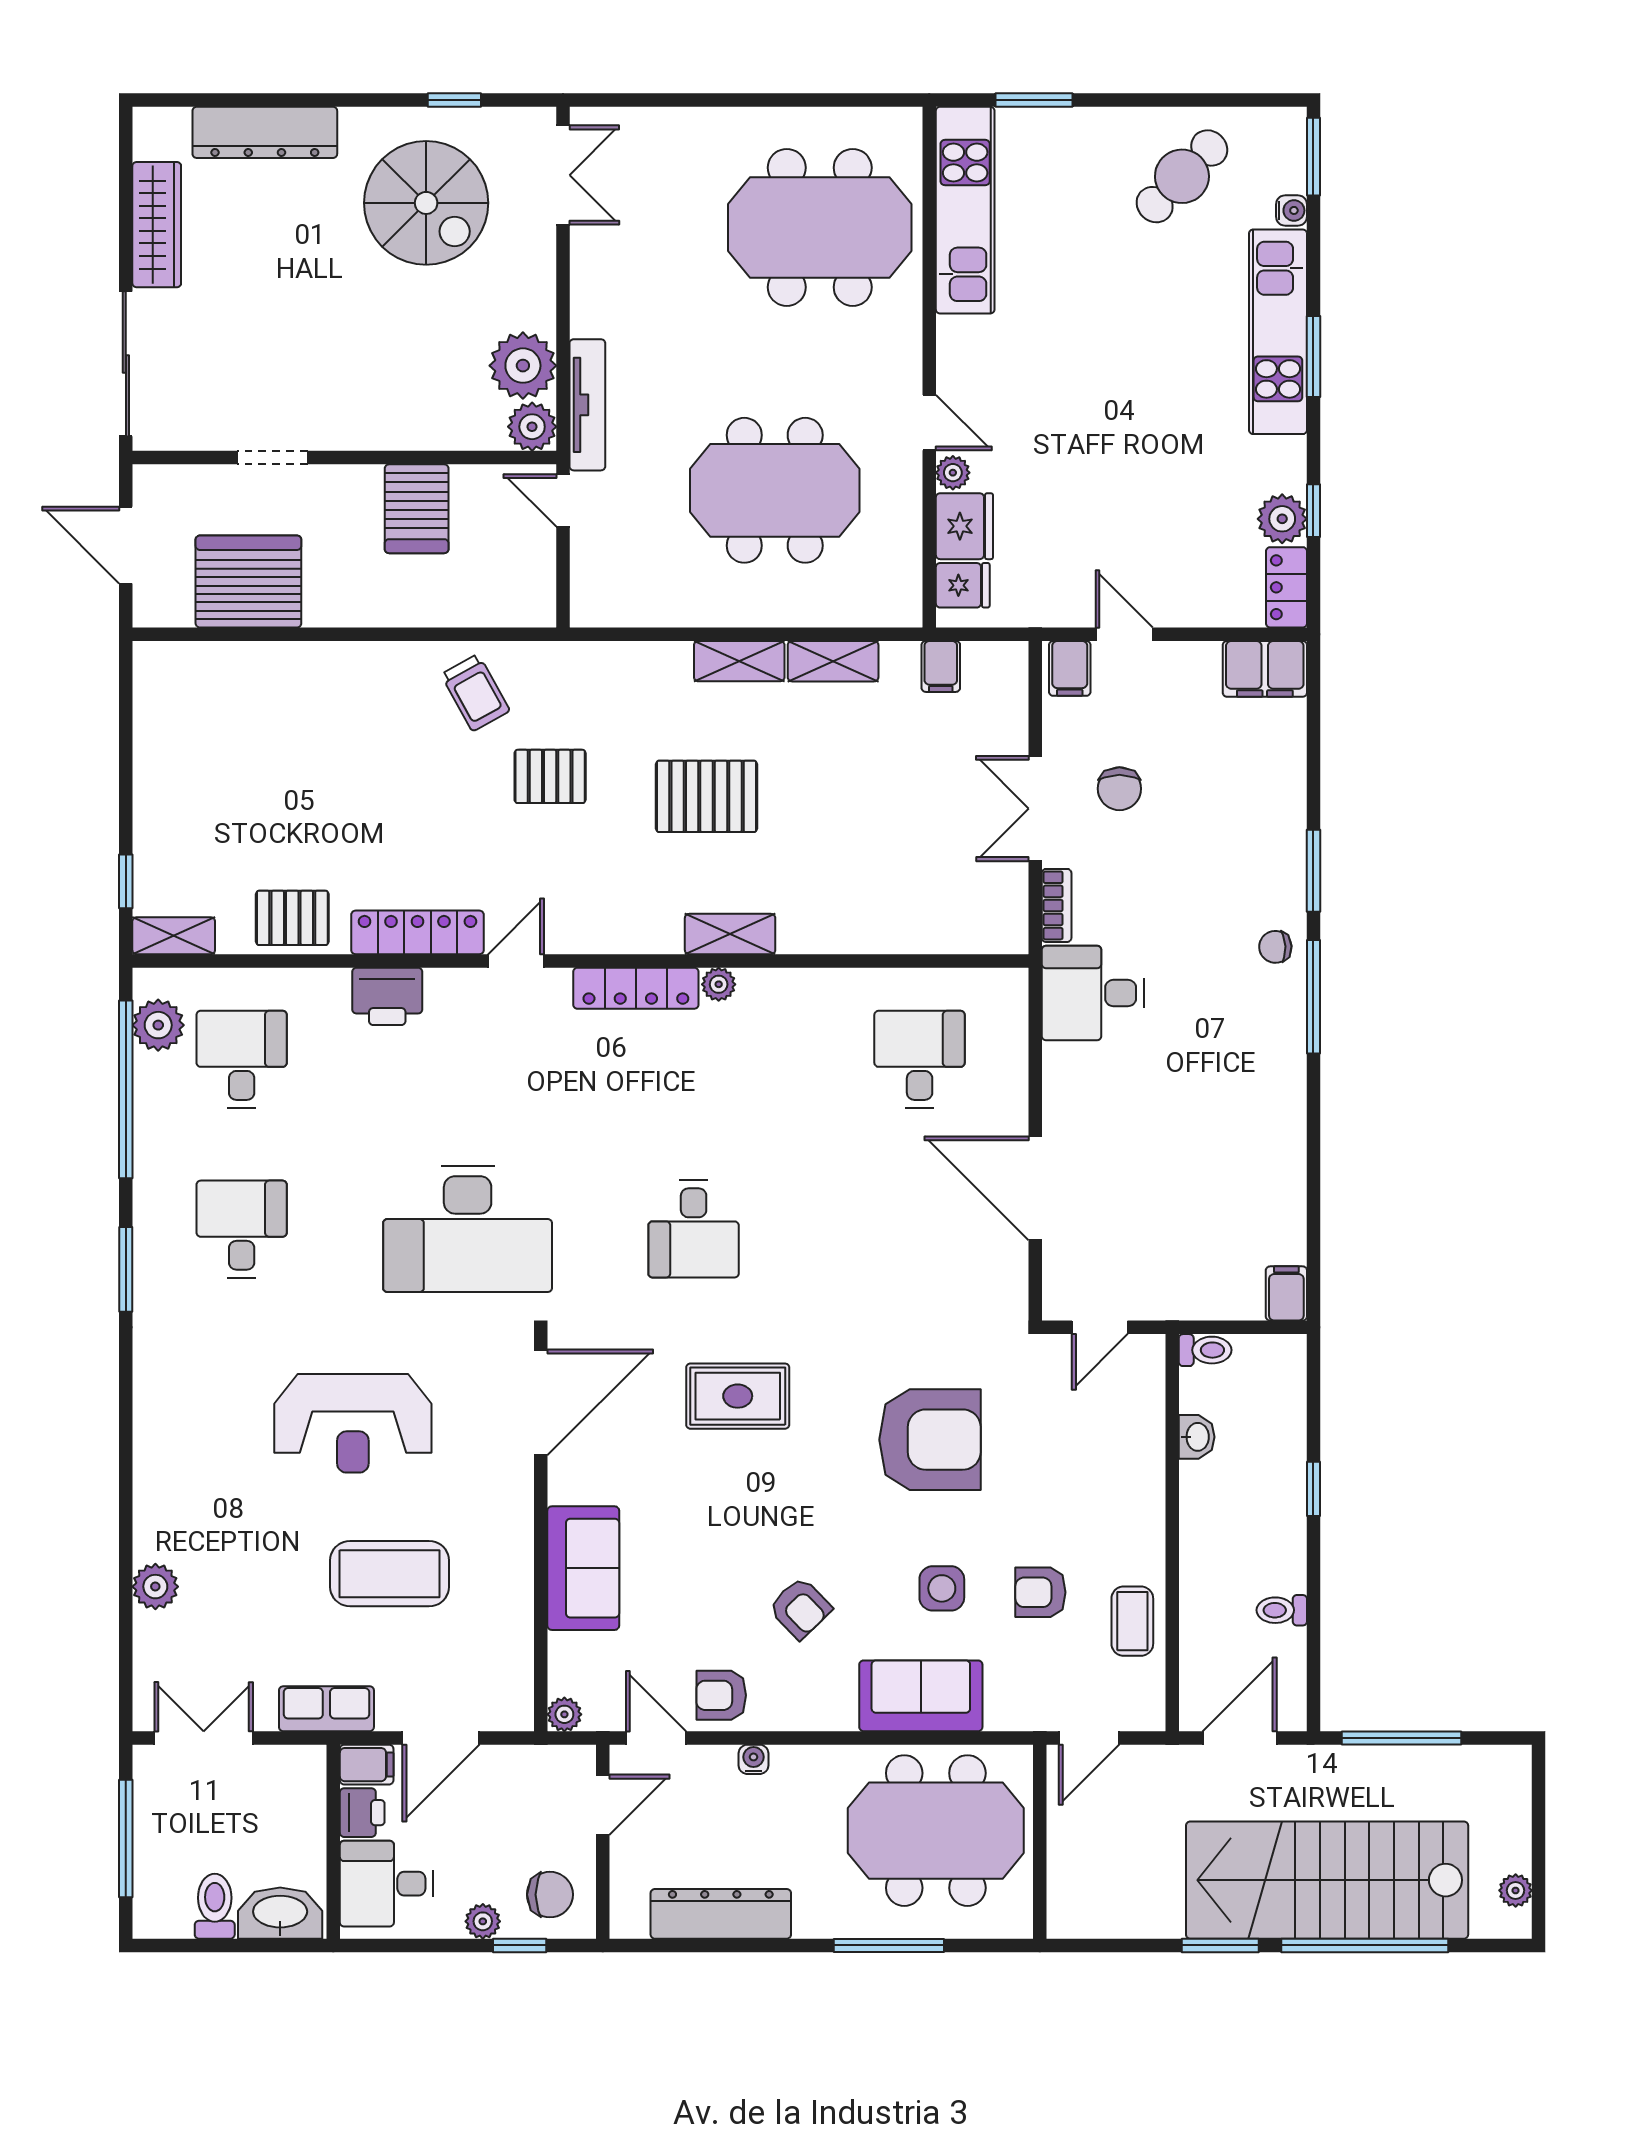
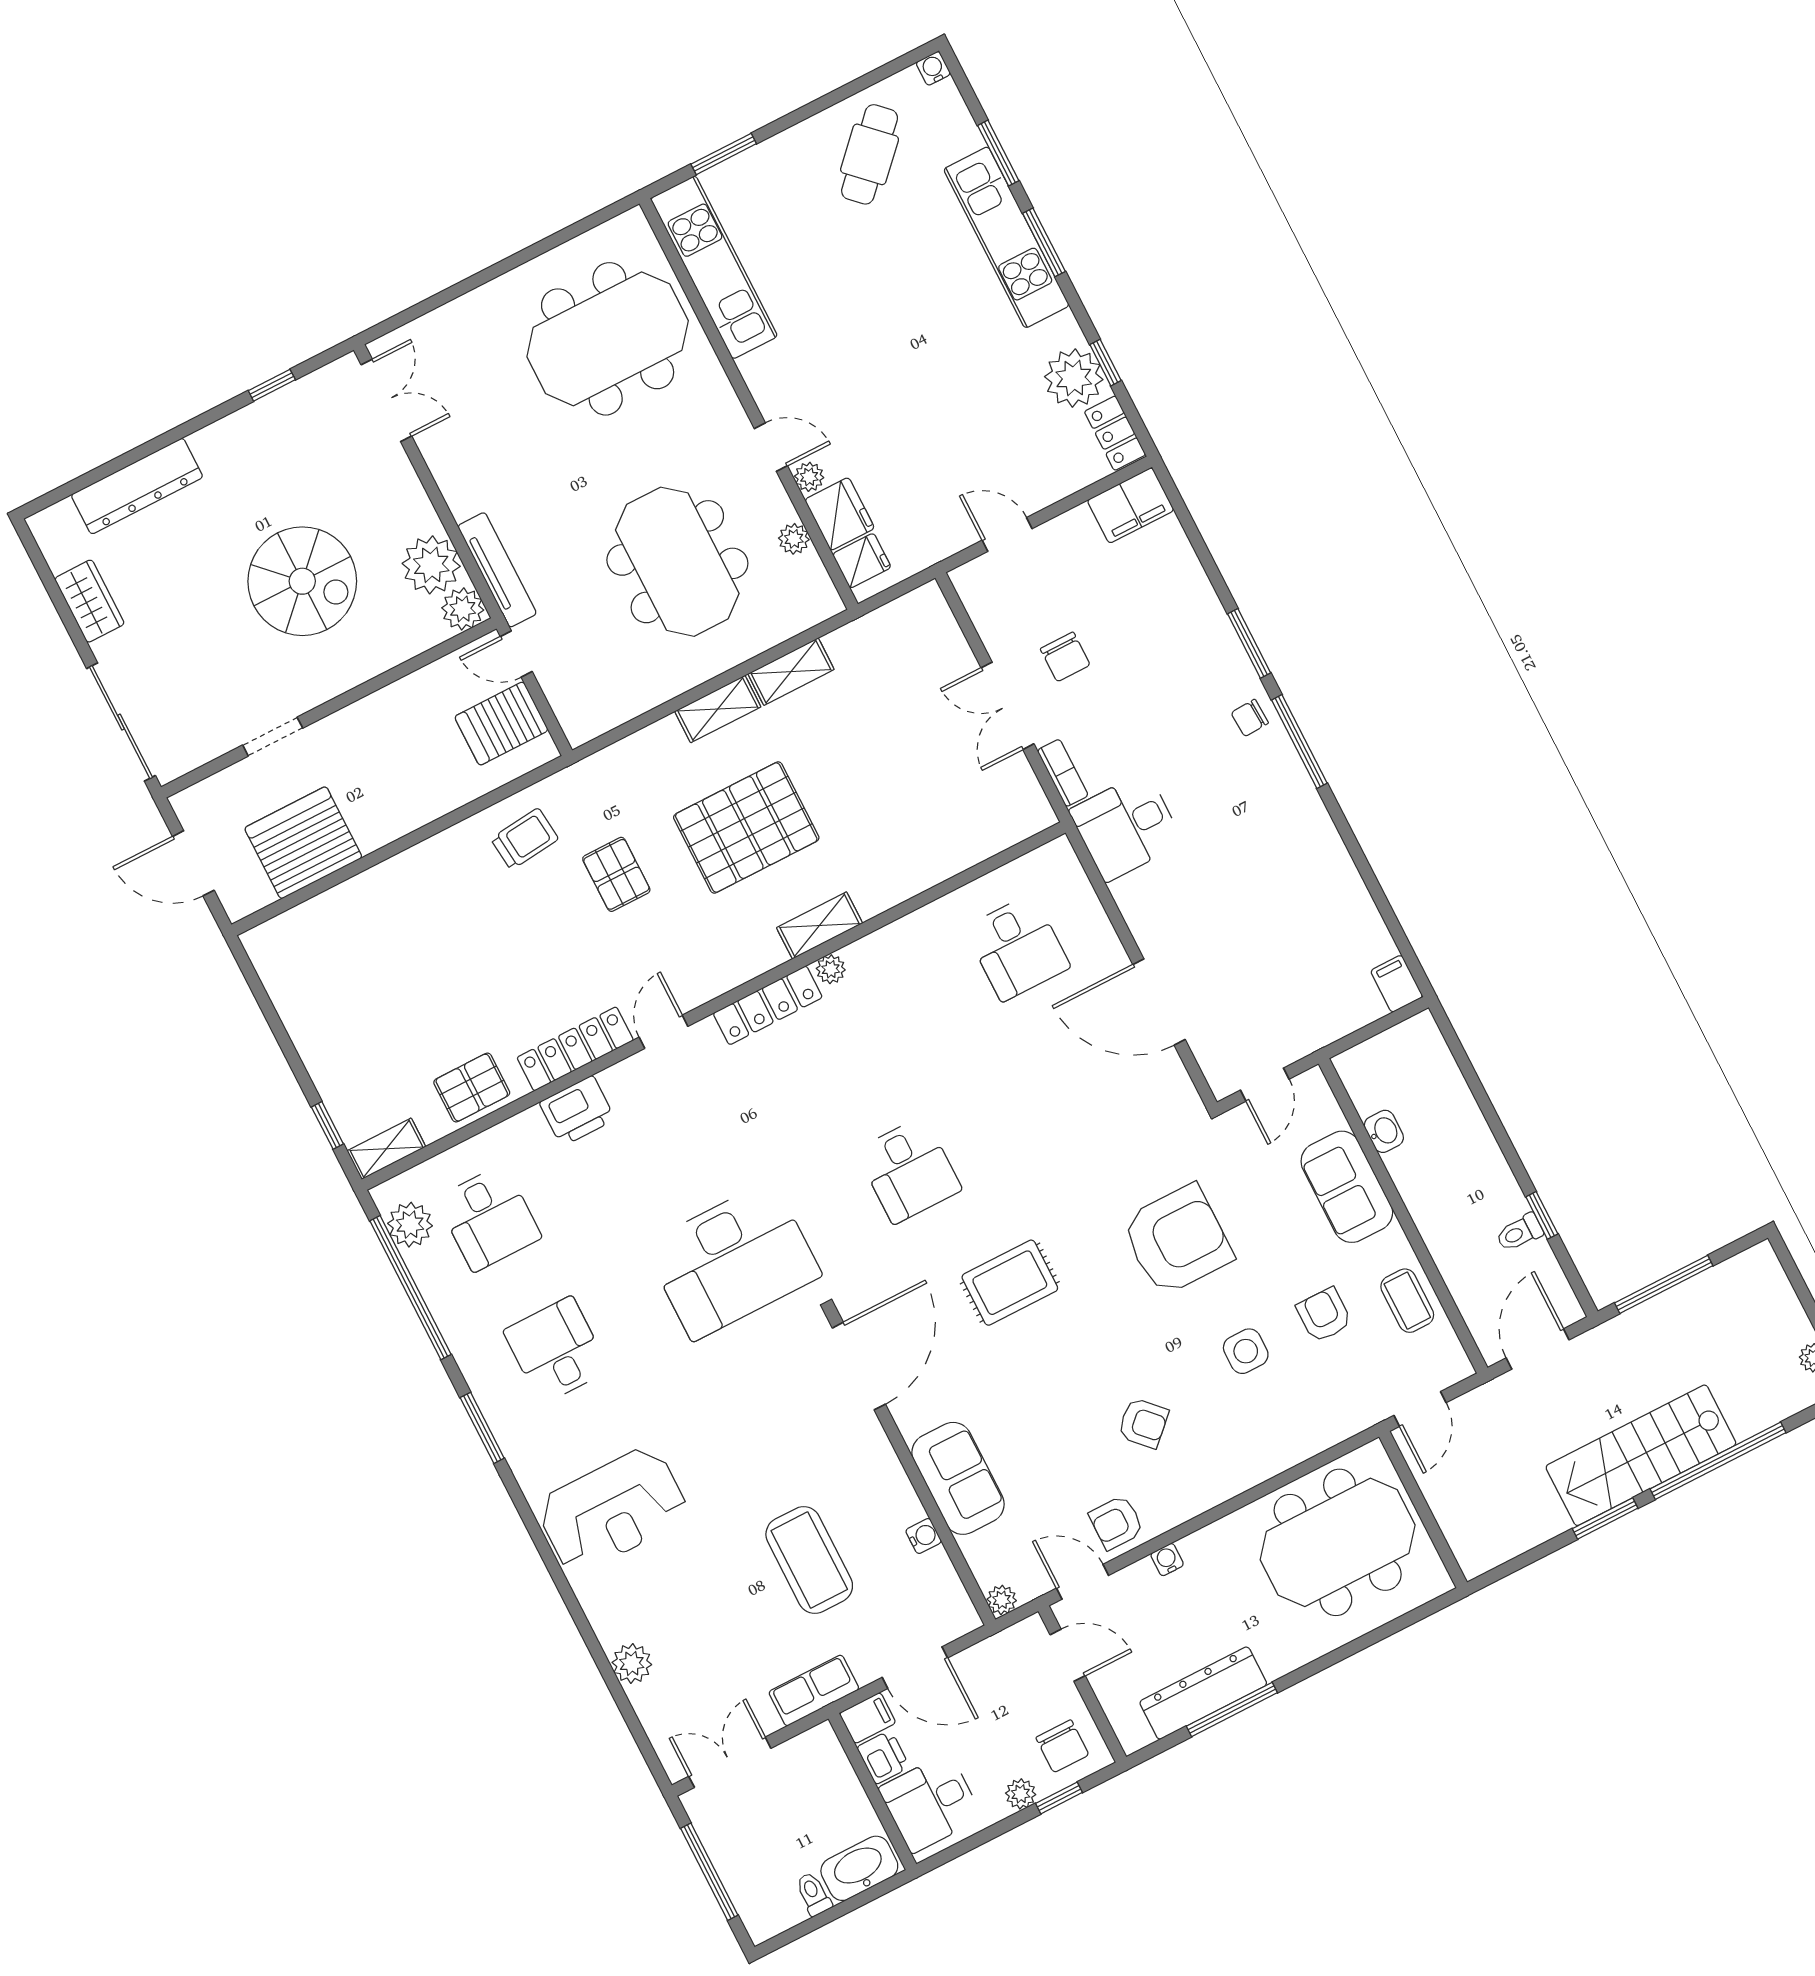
window: (1313, 157) -> (998, 153), moved
spiral stairs: (426, 203) -> (302, 581), moved
water cooler: (1292, 210) -> (933, 68), moved, turned -90
wardrobe: (157, 225) -> (89, 601), width x0.67
meeting table: (775, 490) -> (677, 562), turned 90
server rack: (417, 509) -> (501, 724), moved, turned 90
plant: (1282, 519) -> (1074, 378), width x1.36, depth x1.36
plant: (905, 528) -> (794, 539), added
filing cabinet: (941, 666) -> (877, 633), removed
filing cabinet: (1070, 668) -> (978, 583), removed
trolley: (475, 693) -> (525, 839), turned -67
pallet: (550, 776) -> (616, 874), turned 90
pallet: (707, 796) -> (746, 828), width x1.37, depth x1.41
desk: (242, 1059) -> (489, 1218), turned 180
desk: (920, 1059) -> (1017, 947), turned 180
toilet: (1205, 1350) -> (1356, 1060), removed
reception desk: (353, 1423) -> (612, 1510), moved
window: (1313, 1489) -> (1542, 1215), moved
coffee table: (390, 1574) -> (809, 1560), turned 90
armchair: (1040, 1592) -> (1324, 1315), turned 90
water cooler: (518, 1609) -> (924, 1536), added
sofa: (921, 1696) -> (1347, 1187), moved, turned -90
door: (441, 1738) -> (915, 1668), hinge flipped
door: (603, 1805) -> (1068, 1655), hinge flipped
stairs: (1327, 1880) -> (1641, 1455), width x0.73, depth x0.66
chair: (550, 1895) -> (1062, 1746), turned 90
toilet: (215, 1906) -> (813, 1894), width x0.73, depth x0.72
window: (889, 1945) -> (1232, 1709), moved

